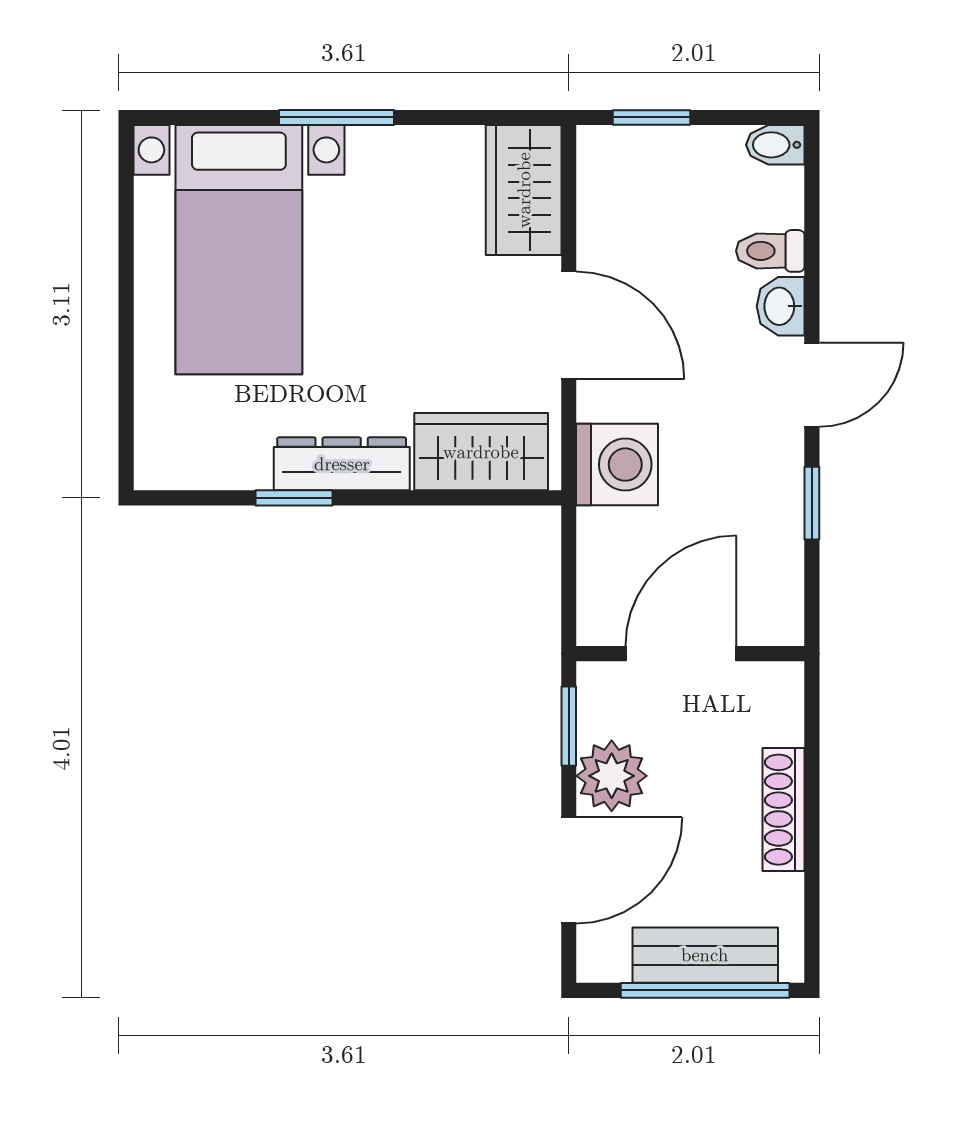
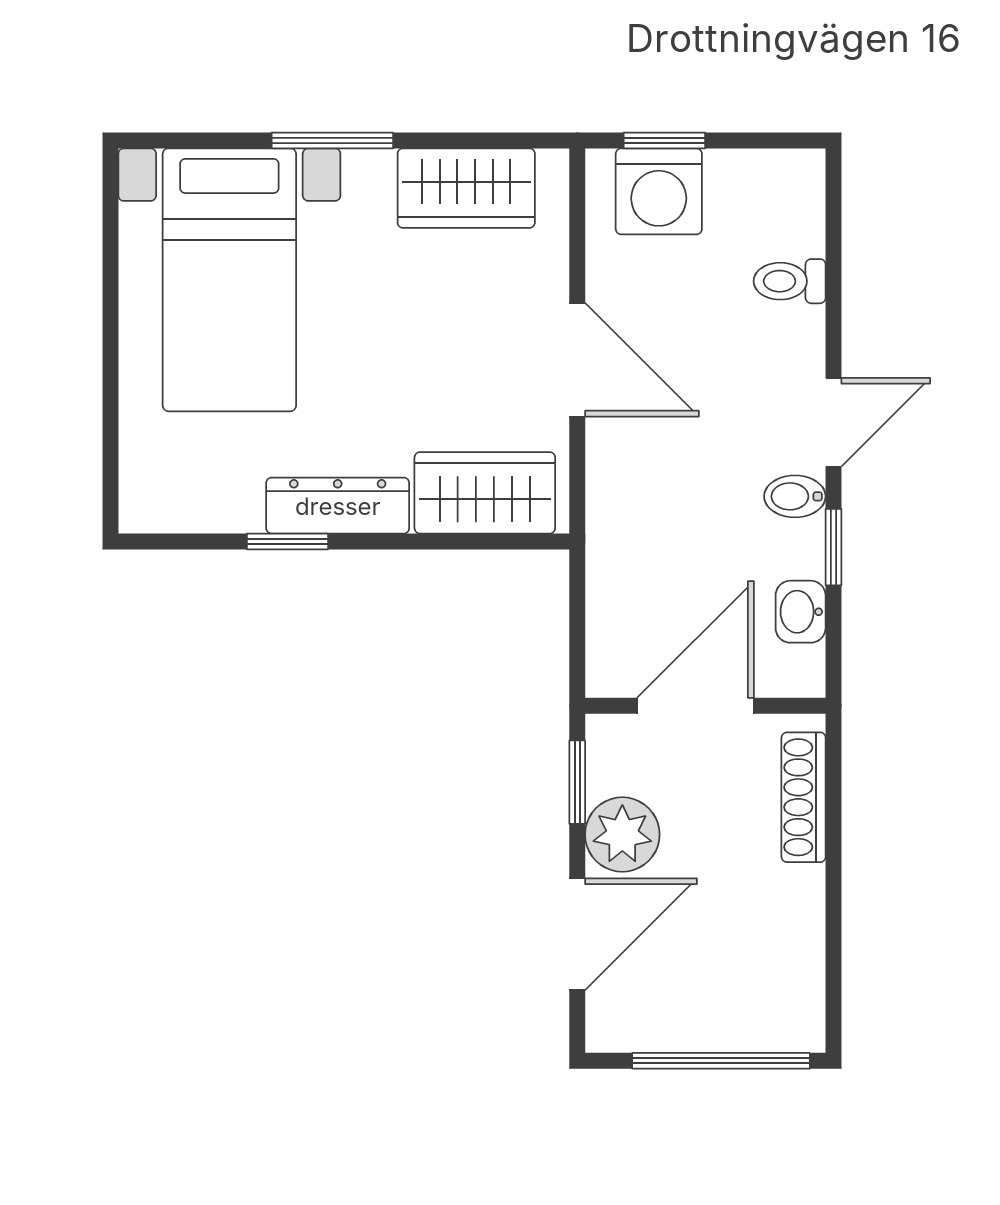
bidet: (775, 145) -> (795, 496), moved
wardrobe: (524, 190) -> (466, 188), moved, turned -90
washbasin: (781, 306) -> (801, 612), moved
washing machine: (617, 465) -> (659, 191), moved, turned 90
shoe rack: (784, 810) -> (804, 797), moved
bench: (705, 955) -> (721, 1024), removed

